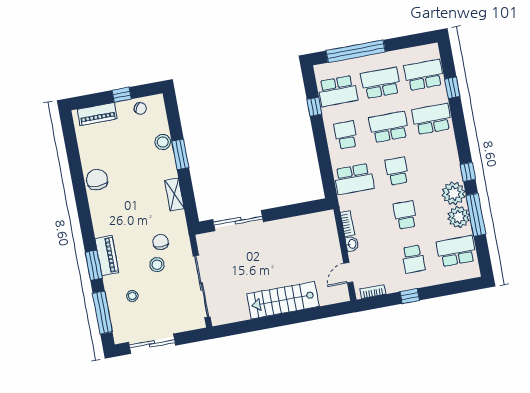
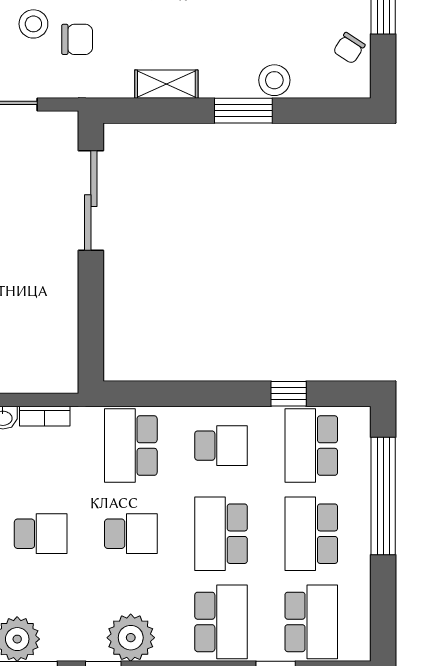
school desk: (381, 83) -> (311, 534), turned 180
school desk: (389, 127) -> (221, 534), turned 180
plant: (454, 193) -> (131, 638), moved

